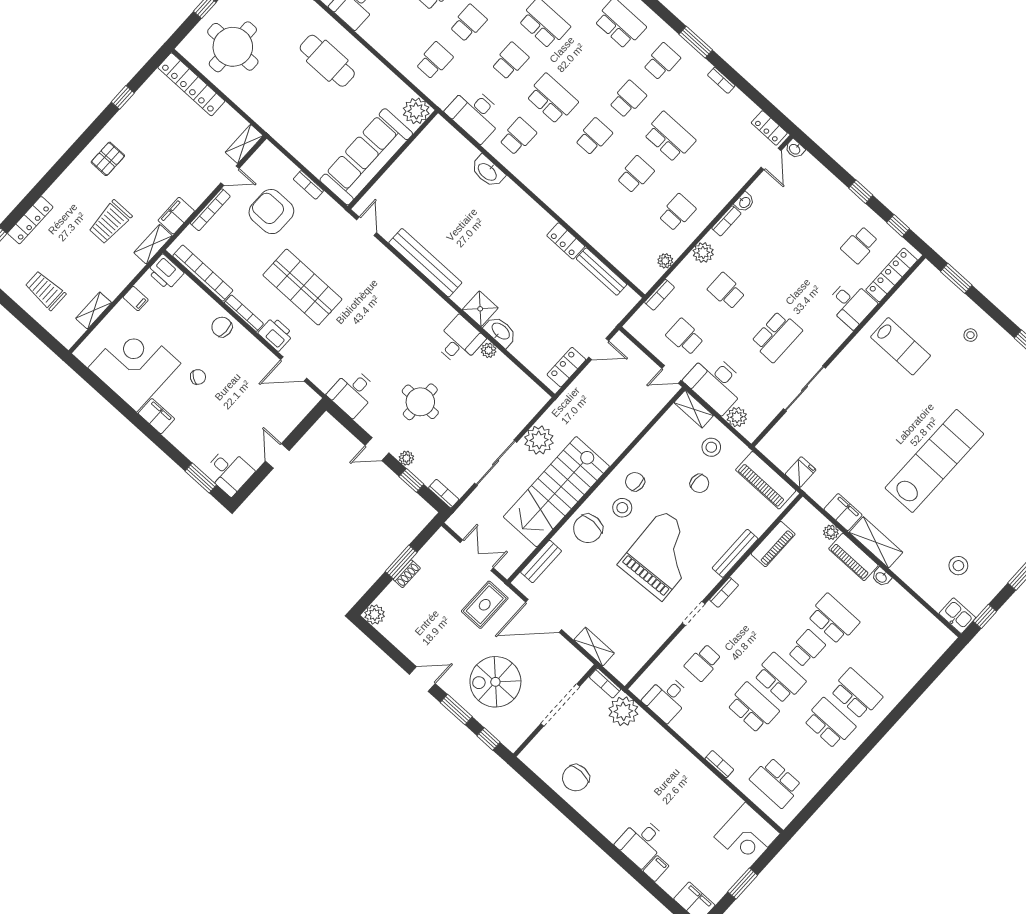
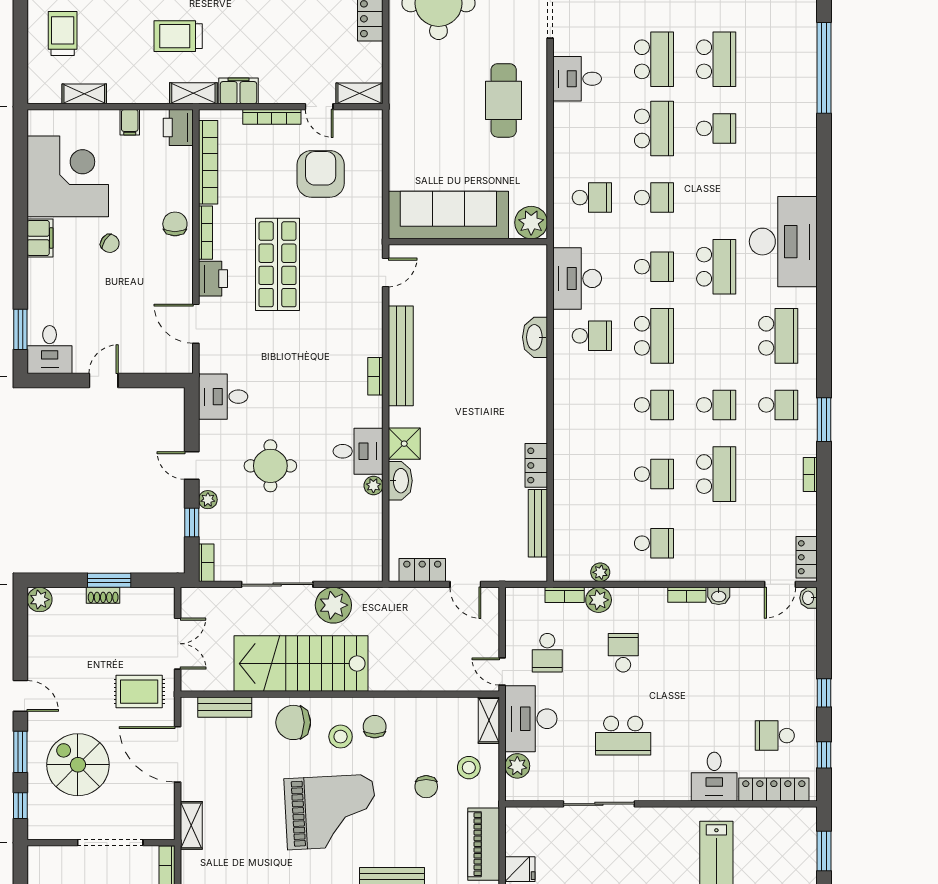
bookcase: (308, 185) -> (375, 376), moved
plant: (703, 253) -> (599, 600), moved
school desk: (685, 337) -> (547, 653), turned 180

